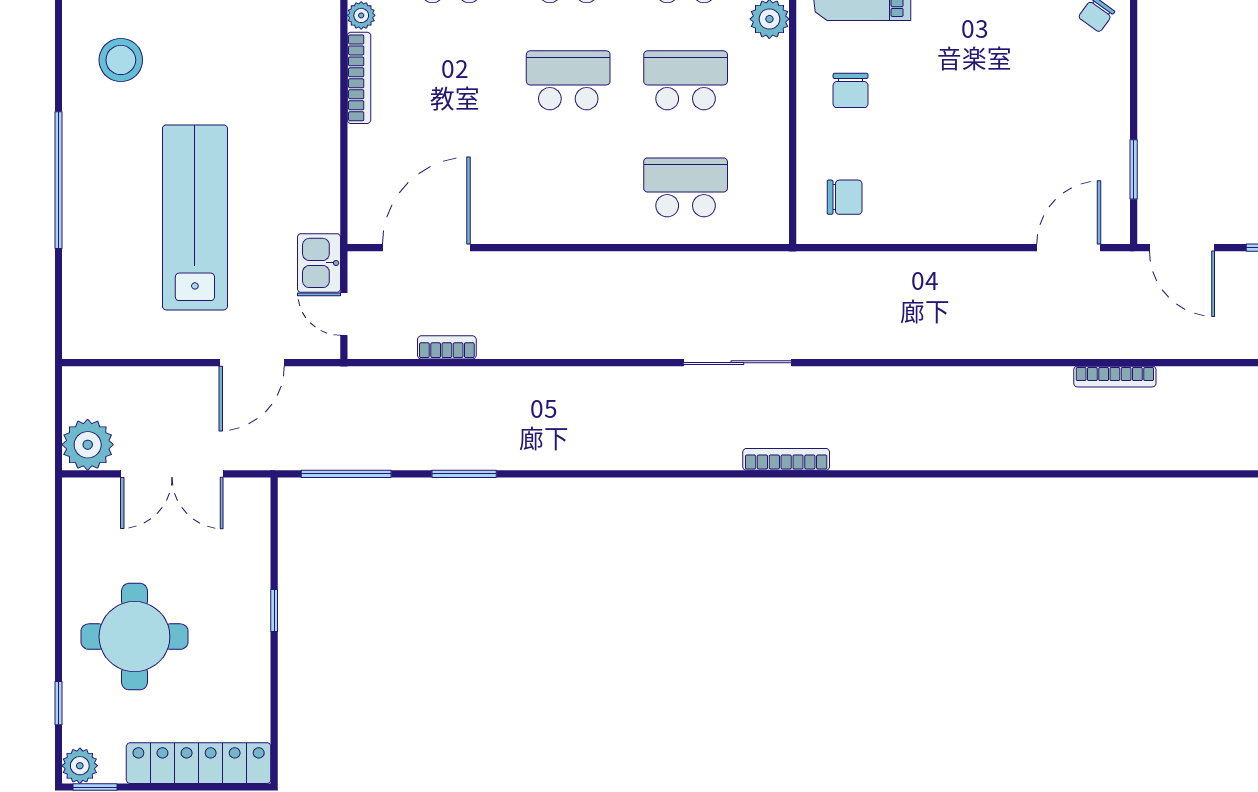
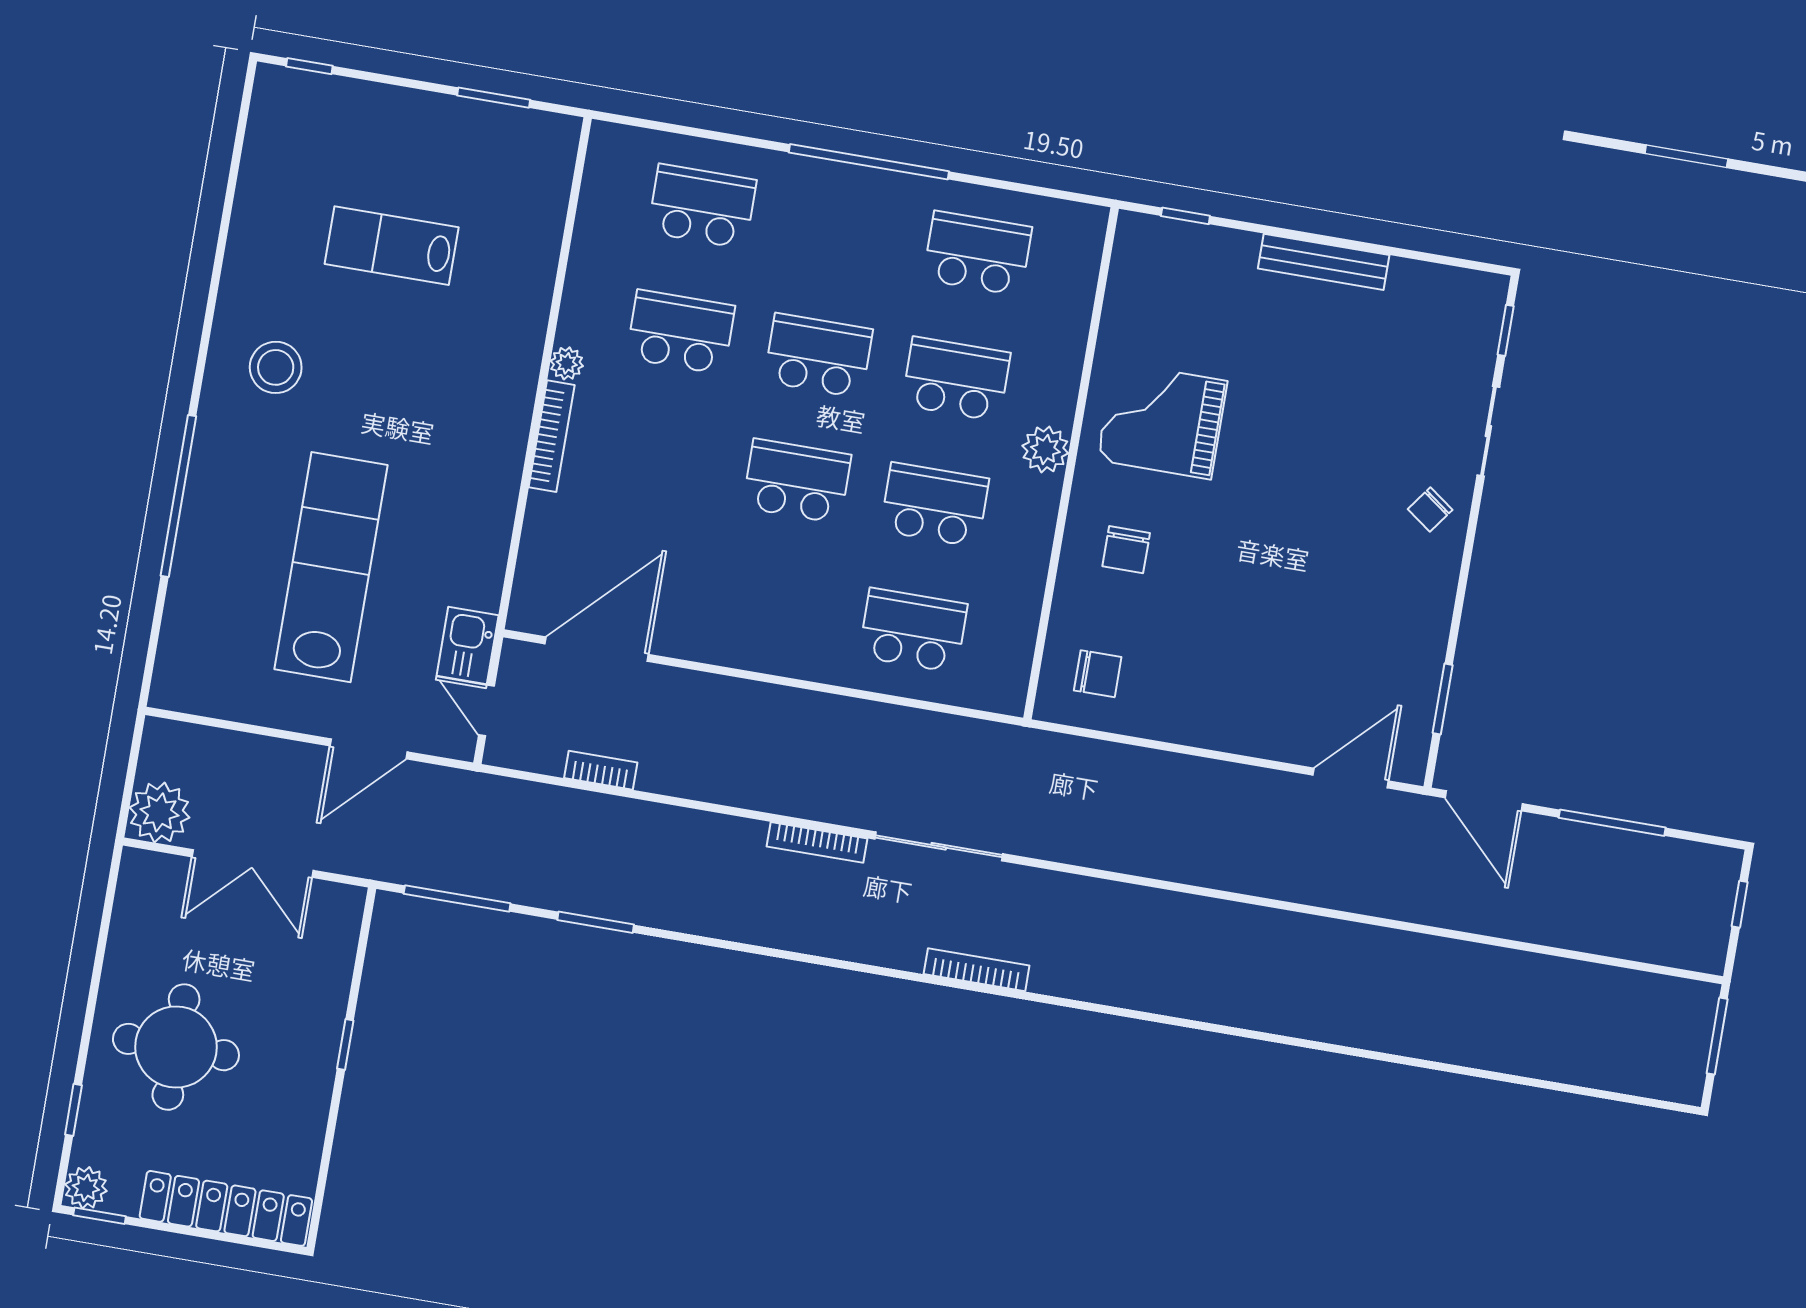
bookcase: (1115, 377) -> (817, 842), moved

